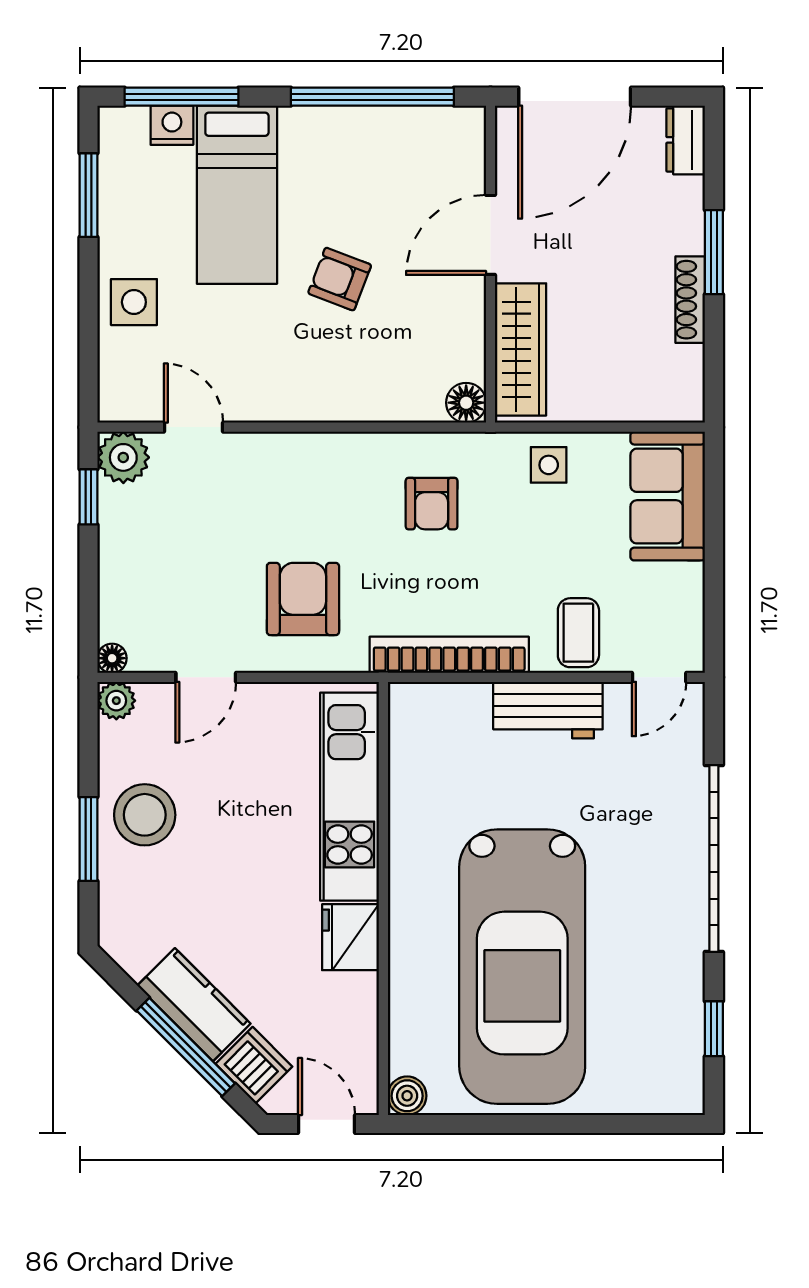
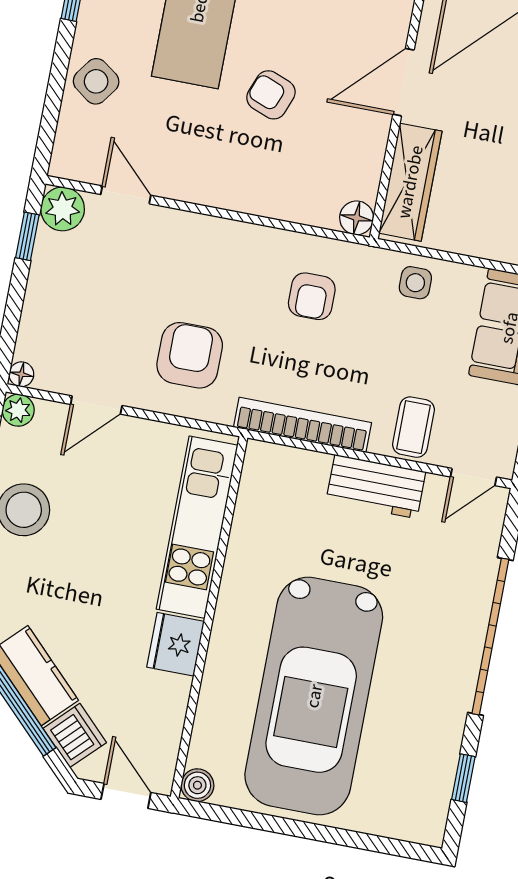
side table: (134, 302) -> (96, 81), turned 36

